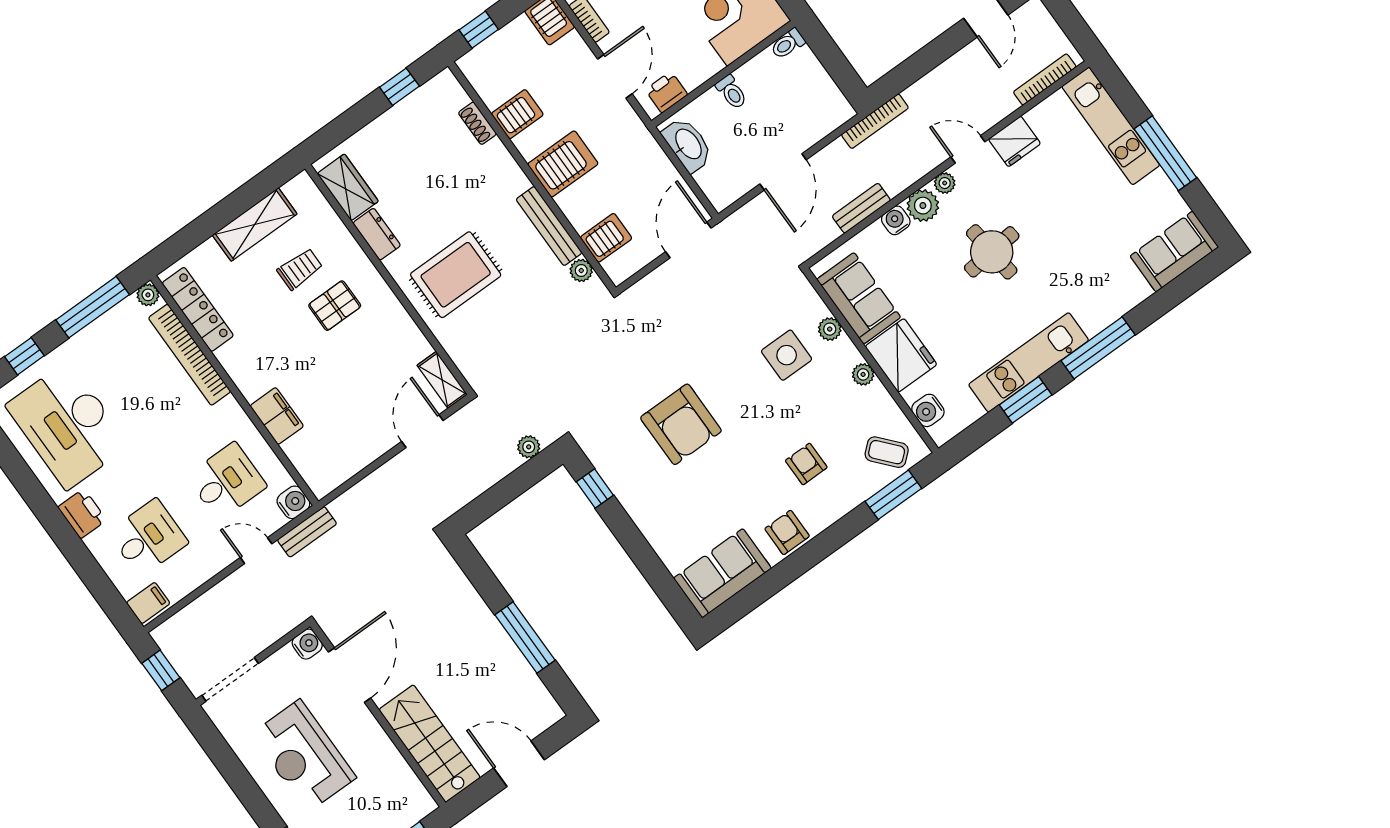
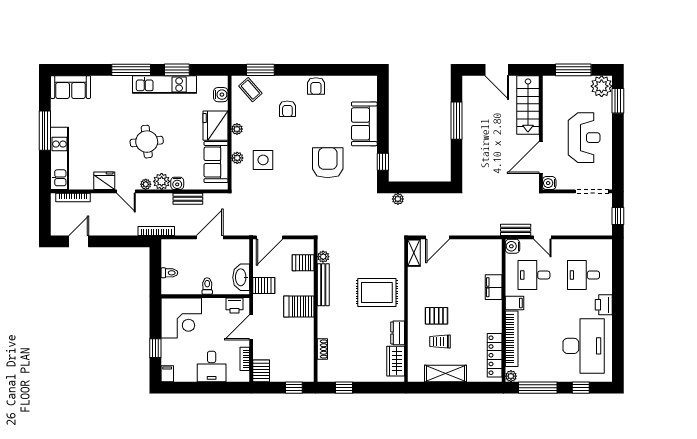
toilet: (788, 44) -> (169, 273), moved
server rack: (517, 114) -> (264, 285), moved, turned 180
sofa: (722, 573) -> (364, 124), moved, turned 90
filing cabinet: (148, 603) -> (514, 303), moved, turned 180

